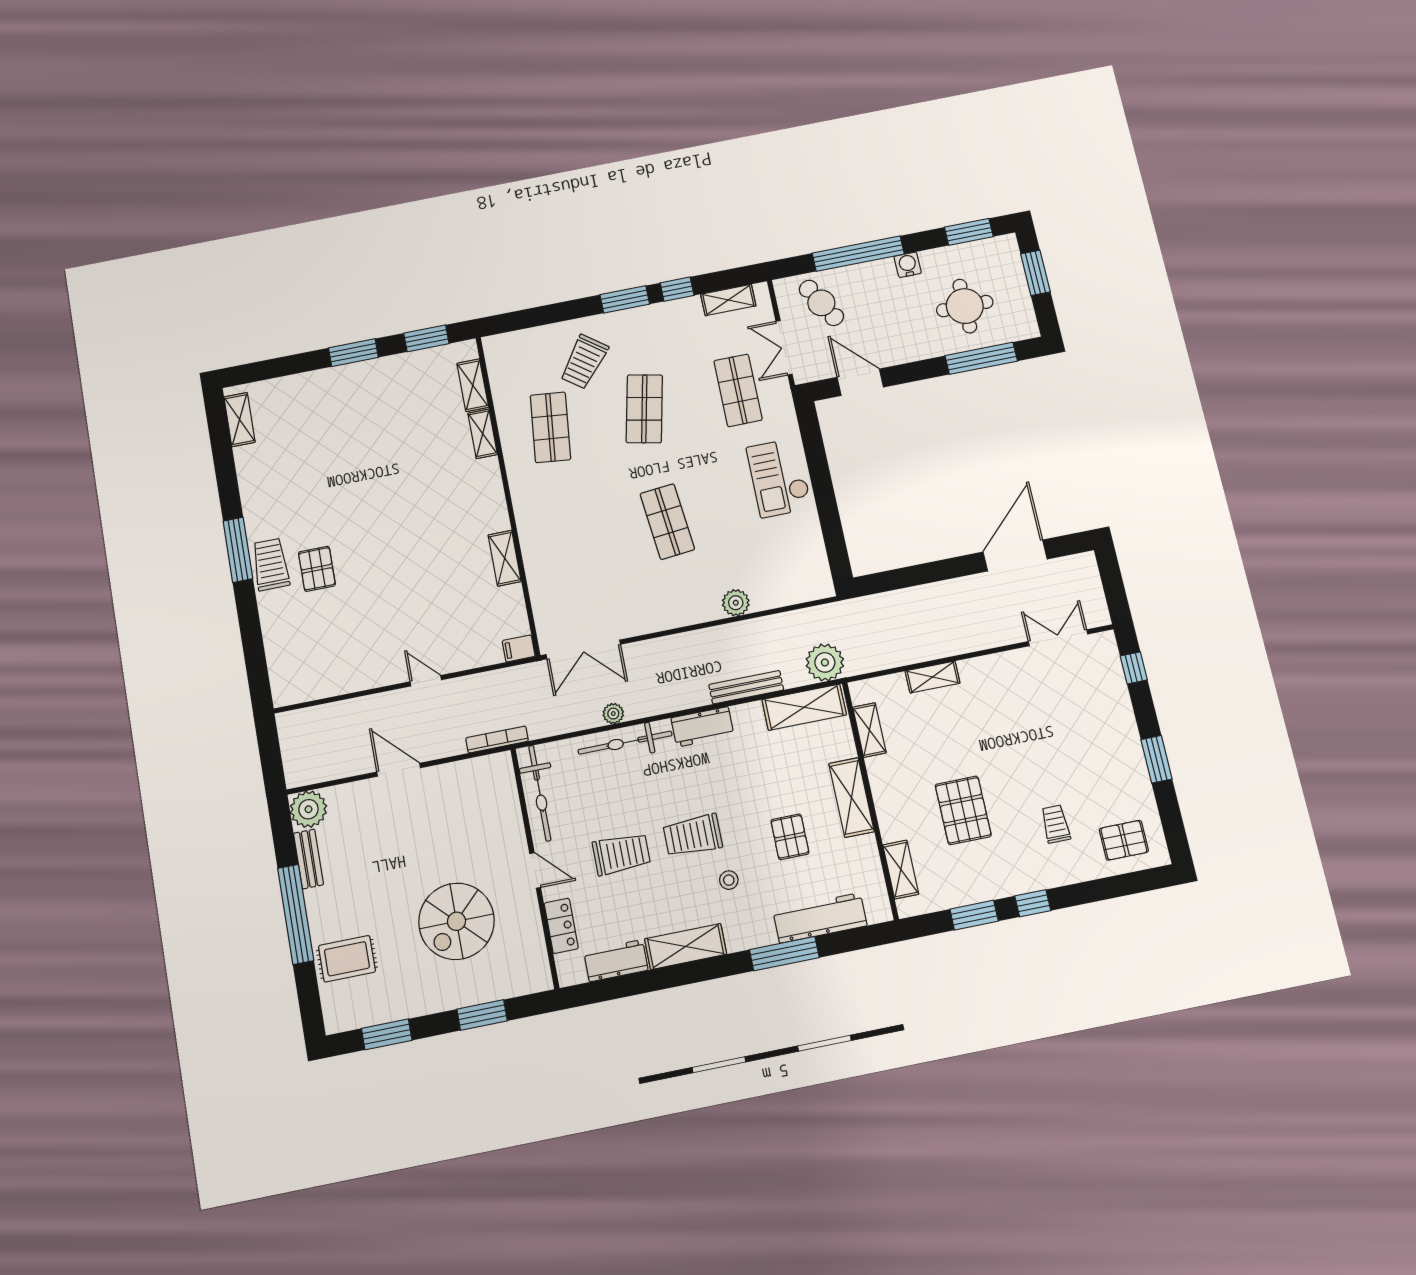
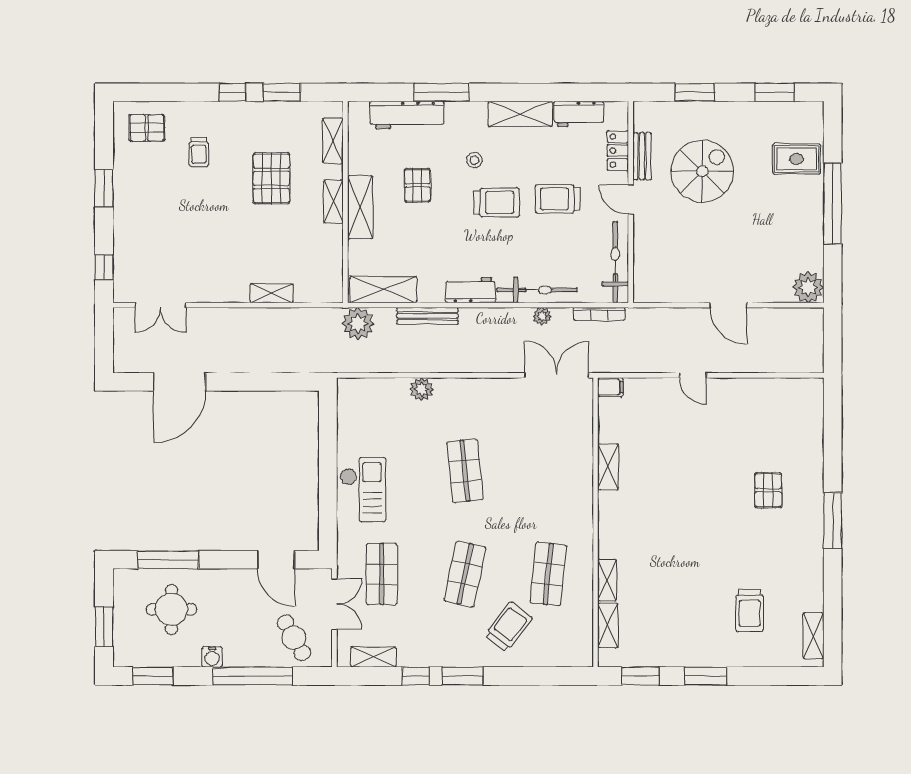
trolley: (271, 564) -> (750, 610), moved
shelving: (869, 730) -> (333, 202), moved
bookcase: (497, 739) -> (599, 314), moved
bench: (309, 859) -> (642, 156), moved

